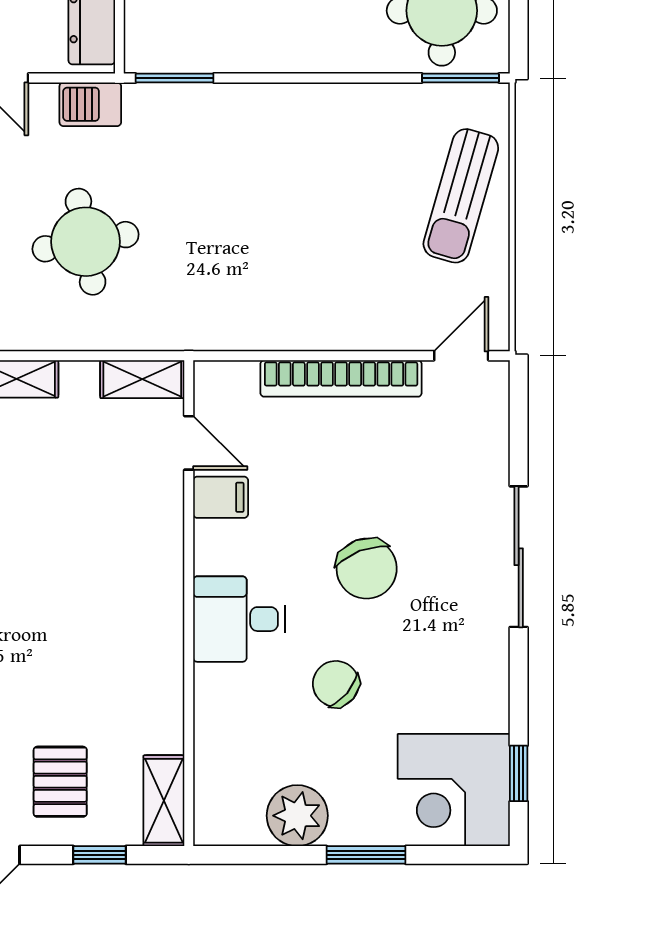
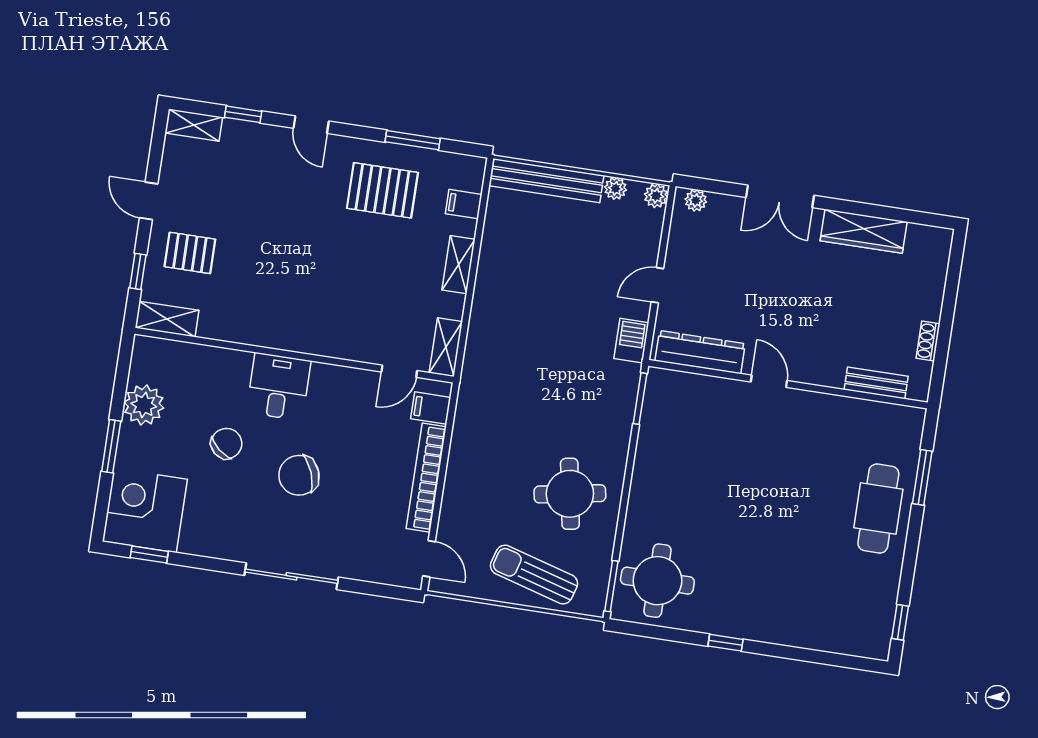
round table: (86, 242) -> (570, 494), moved
filing cabinet: (221, 497) -> (431, 408), moved, turned 90

